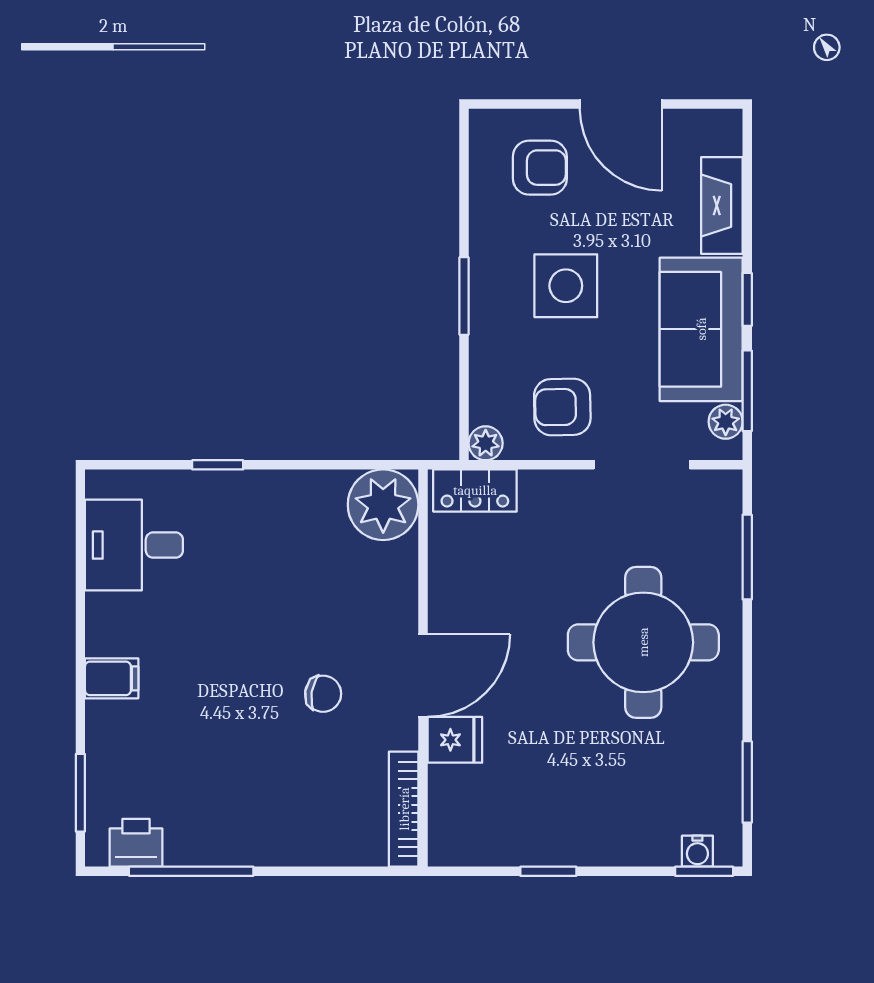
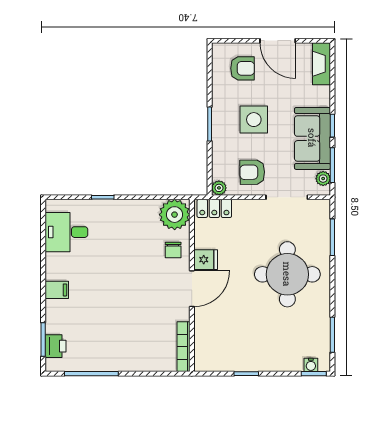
fireplace: (722, 206) -> (321, 64), moved
chair: (323, 694) -> (173, 250), moved, turned 81
fridge: (455, 740) -> (206, 260), moved
printer: (136, 843) -> (56, 346), moved, turned 90

